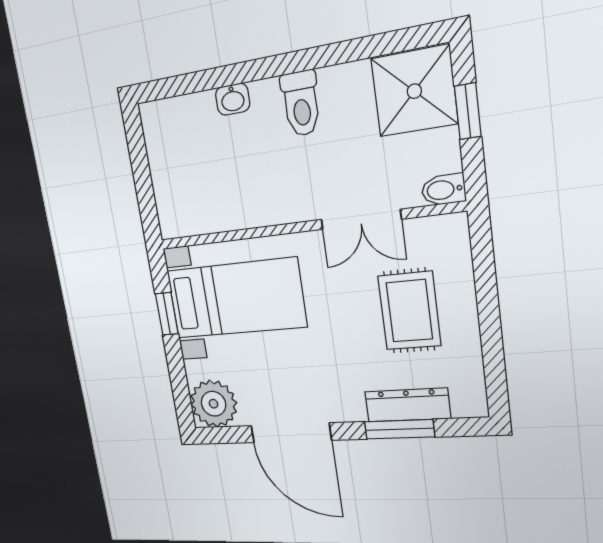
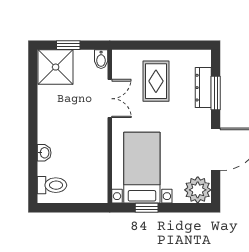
toilet: (301, 104) -> (52, 185), moved
rug: (409, 311) -> (156, 81), turned 90

